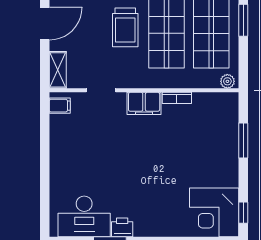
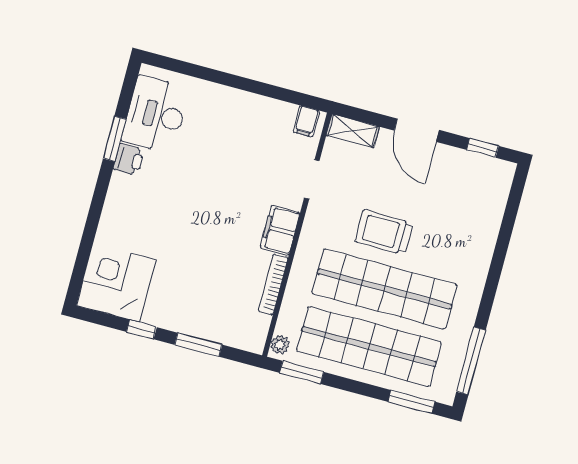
window: (243, 20) -> (302, 372), moved
bookcase: (177, 98) -> (273, 284), width x1.56
window: (243, 213) -> (141, 329), moved

